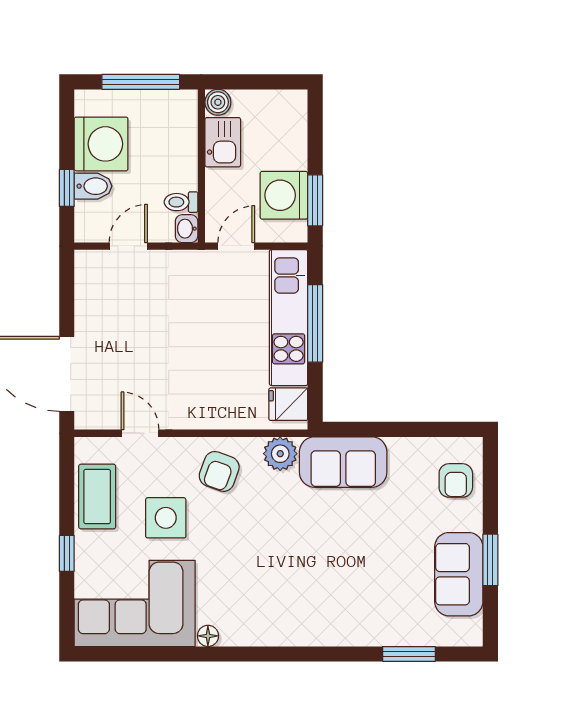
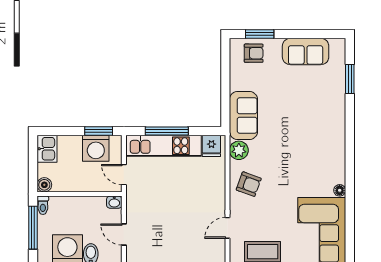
kitchen sink: (223, 142) -> (47, 149), moved, turned 90
toilet: (181, 202) -> (43, 205), moved
side table: (166, 518) -> (274, 214), removed
window: (490, 560) -> (260, 34), moved

